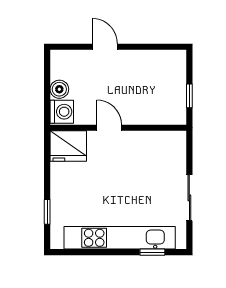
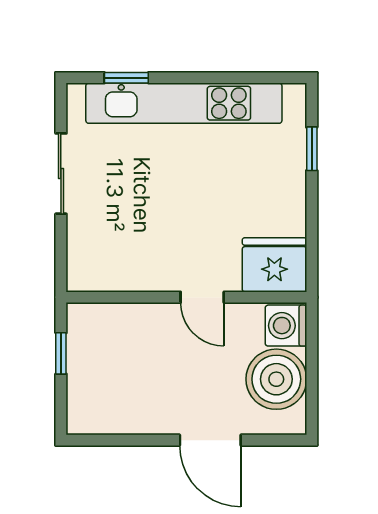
door: (105, 47) -> (210, 440), width x1.38
boiler: (59, 89) -> (276, 379), width x1.86, depth x1.86

